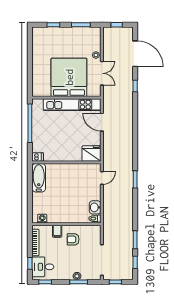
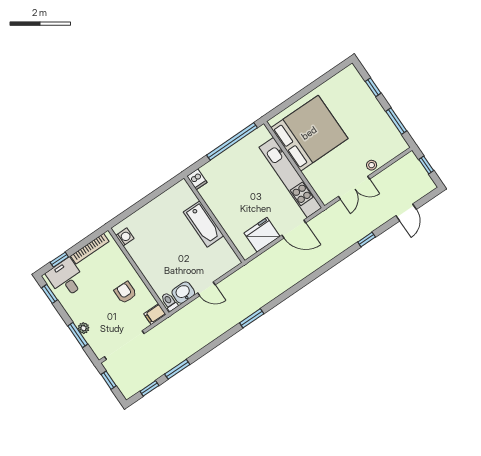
door: (135, 54) -> (406, 212), width x0.53
bed: (69, 77) -> (309, 133), moved
door: (102, 122) -> (294, 229), swing flipped
fridge: (91, 154) -> (262, 235), moved, turned -90
bathtub: (39, 178) -> (204, 224), moved, turned 90
door: (102, 178) -> (206, 289), moved
filing cabinet: (57, 231) -> (155, 314), moved

